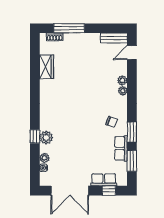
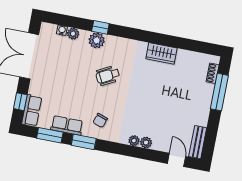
wardrobe: (47, 67) -> (161, 53), moved
wheelchair: (73, 123) -> (108, 75), added
row of seats: (104, 180) -> (32, 110), moved

